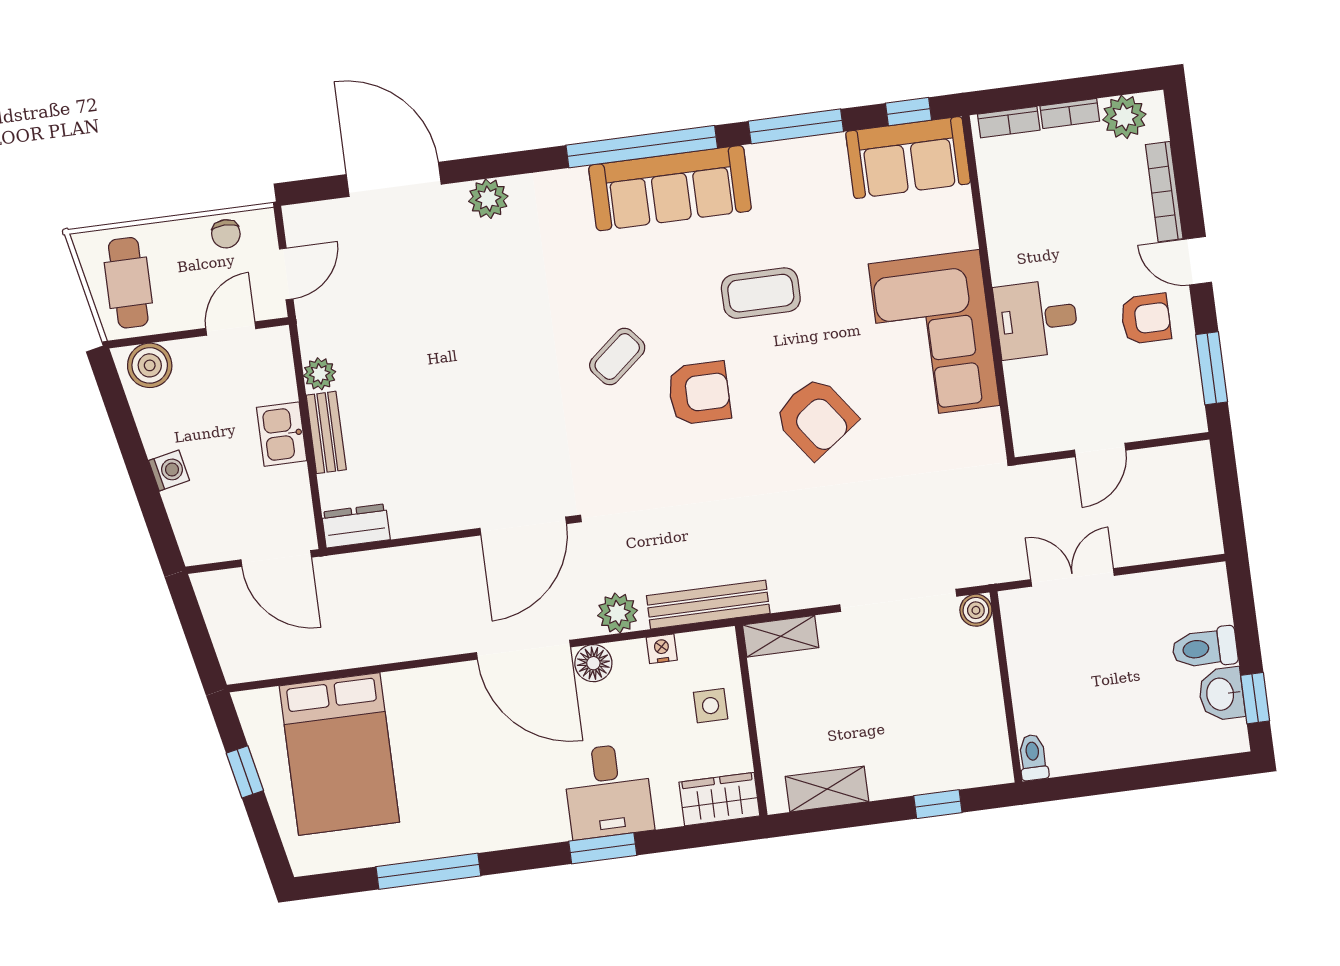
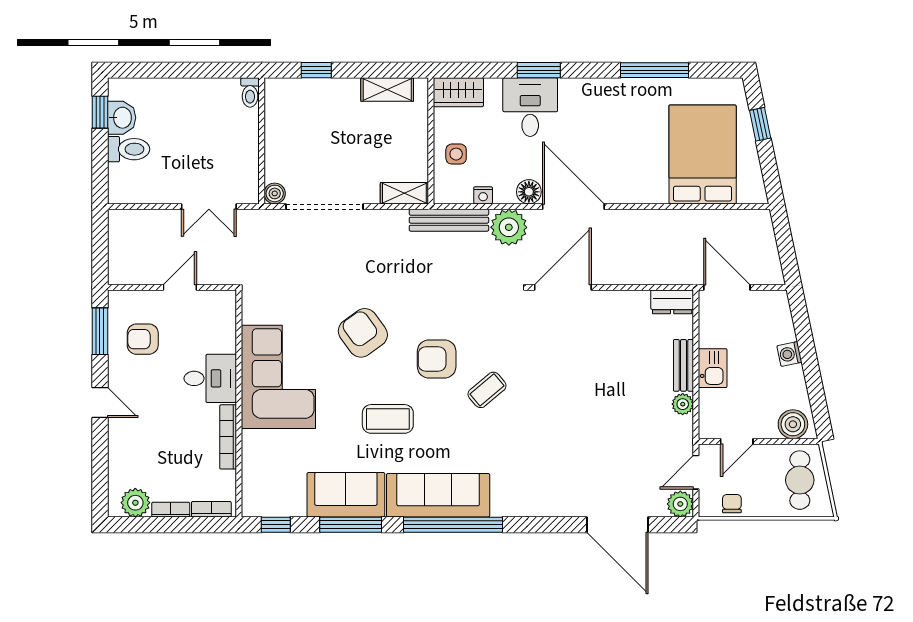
sofa: (908, 158) -> (346, 495), moved
bookcase: (1164, 192) -> (228, 437), moved, turned 180
plant: (488, 199) -> (680, 504), moved
armchair: (1146, 319) -> (143, 339), moved
plant: (618, 613) -> (509, 227), width x1.36, depth x1.36
window: (245, 772) -> (760, 124), moved

